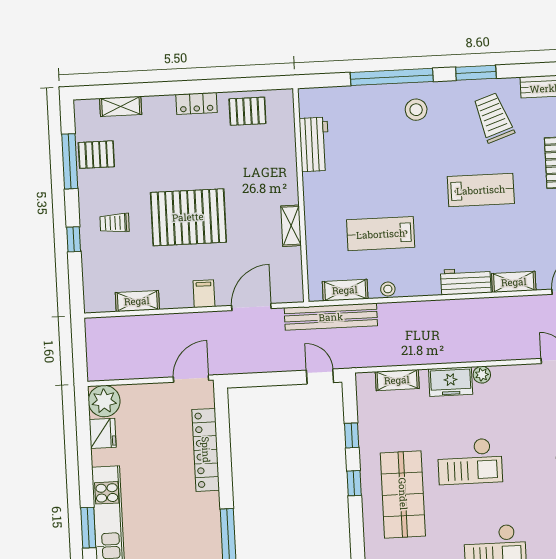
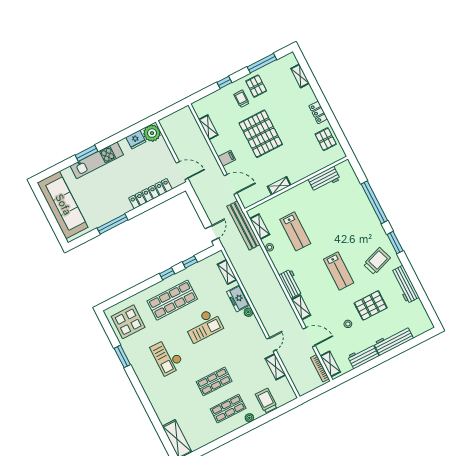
stool: (416, 110) -> (364, 221), removed
pallet: (96, 155) -> (256, 86), moved
lab bench: (381, 234) -> (295, 231), turned 180
checkout: (470, 461) -> (203, 326), turned -90

